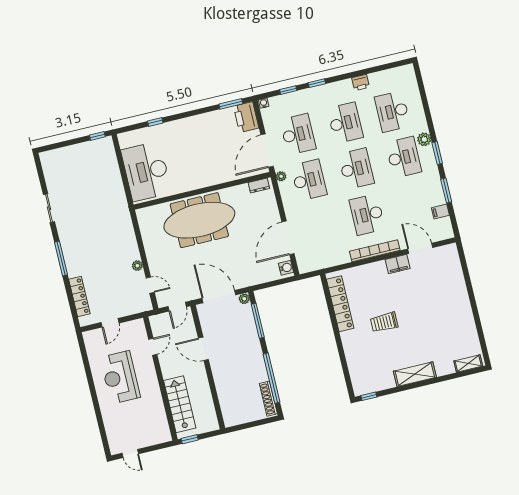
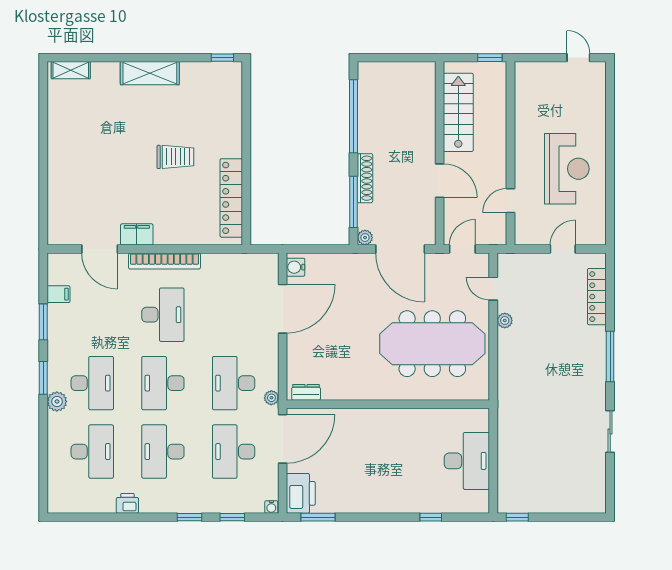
desk: (403, 157) -> (92, 383), turned 180
desk: (146, 171) -> (467, 461), width x0.73, depth x0.77
meeting table: (199, 220) -> (432, 344), moved
shoe rack: (268, 399) -> (365, 178), moved
stairs: (180, 404) -> (458, 112), moved, turned 180

